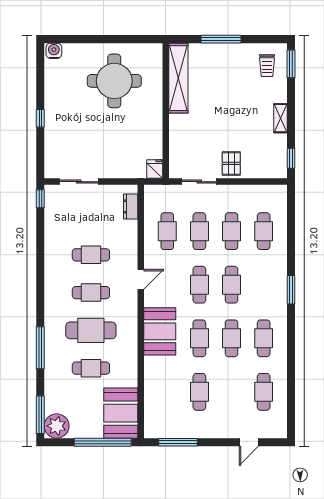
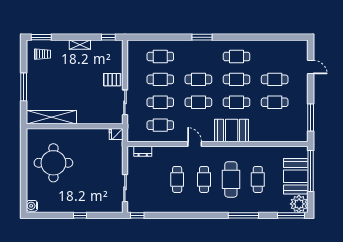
cafe table: (264, 392) -> (275, 79), moved
booth: (121, 413) -> (296, 176), moved, turned 90

